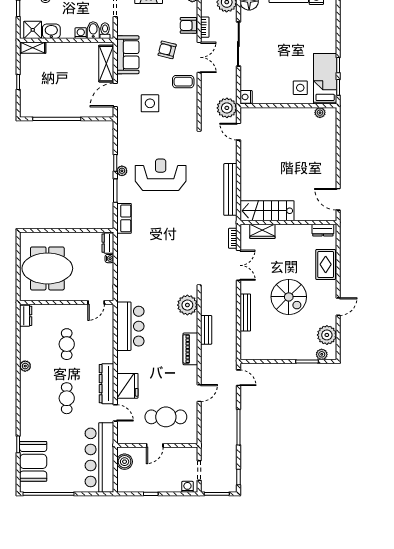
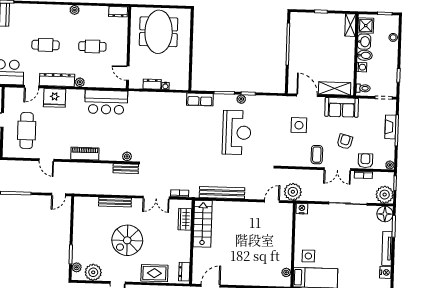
bidet: (93, 30) -> (365, 55), moved
dresser: (108, 243) -> (152, 84), moved
plant: (187, 305) -> (127, 156), width x0.53, depth x0.53
bench: (206, 330) -> (126, 169), moved
plant: (108, 357) -> (80, 82), added

